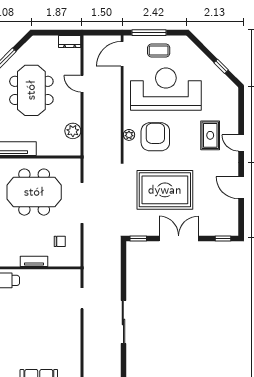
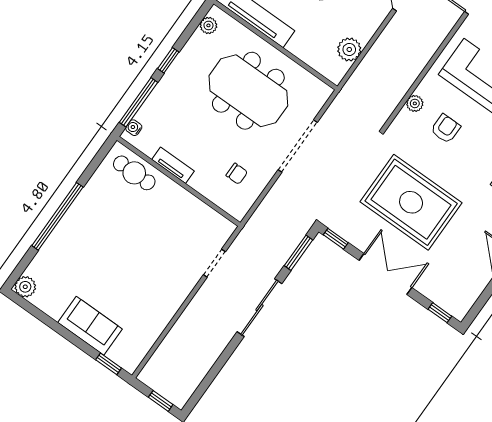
armchair: (155, 137) -> (446, 129), width x0.53, depth x0.53
window: (123, 260) -> (298, 253), added
tv unit: (34, 261) -> (173, 165), moved
sliding door: (123, 322) -> (259, 308), moved

